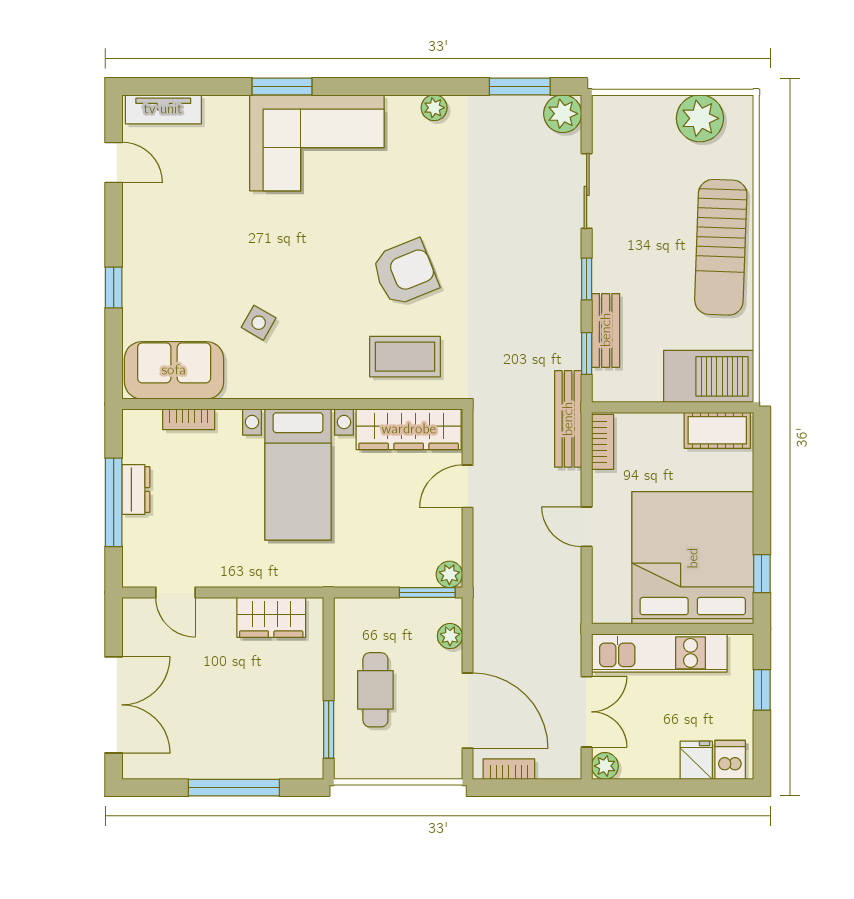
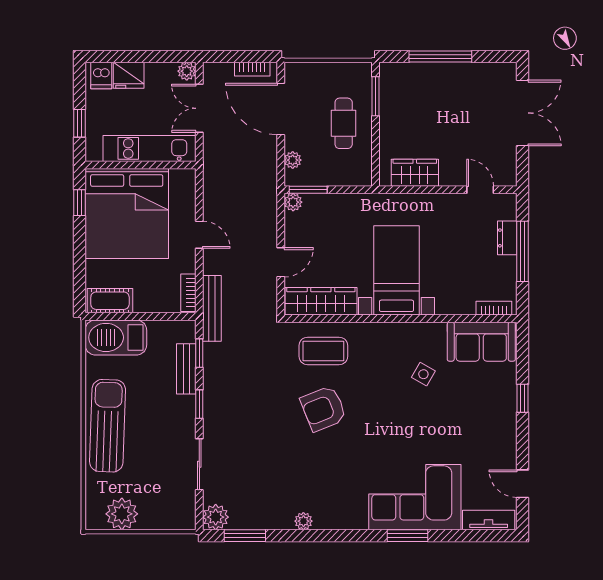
corner sofa: (317, 143) -> (415, 497), moved
bookcase: (189, 419) -> (494, 308), moved
dresser: (136, 490) -> (507, 238), moved
double door: (114, 705) -> (523, 113), swing flipped
fridge: (696, 760) -> (129, 75), width x1.38

